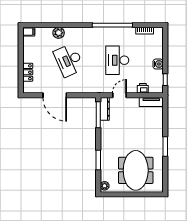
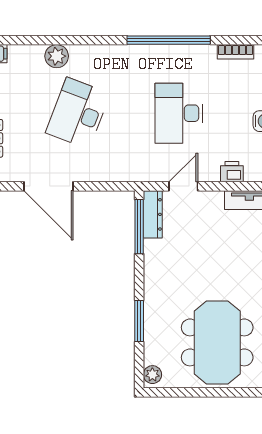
desk: (69, 60) -> (78, 113), turned 45

